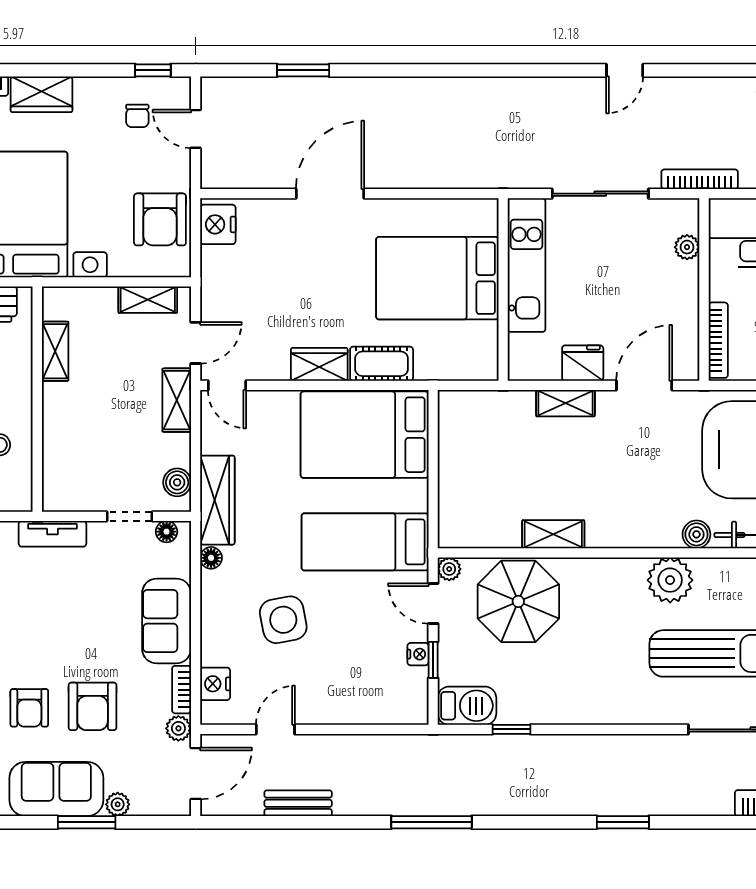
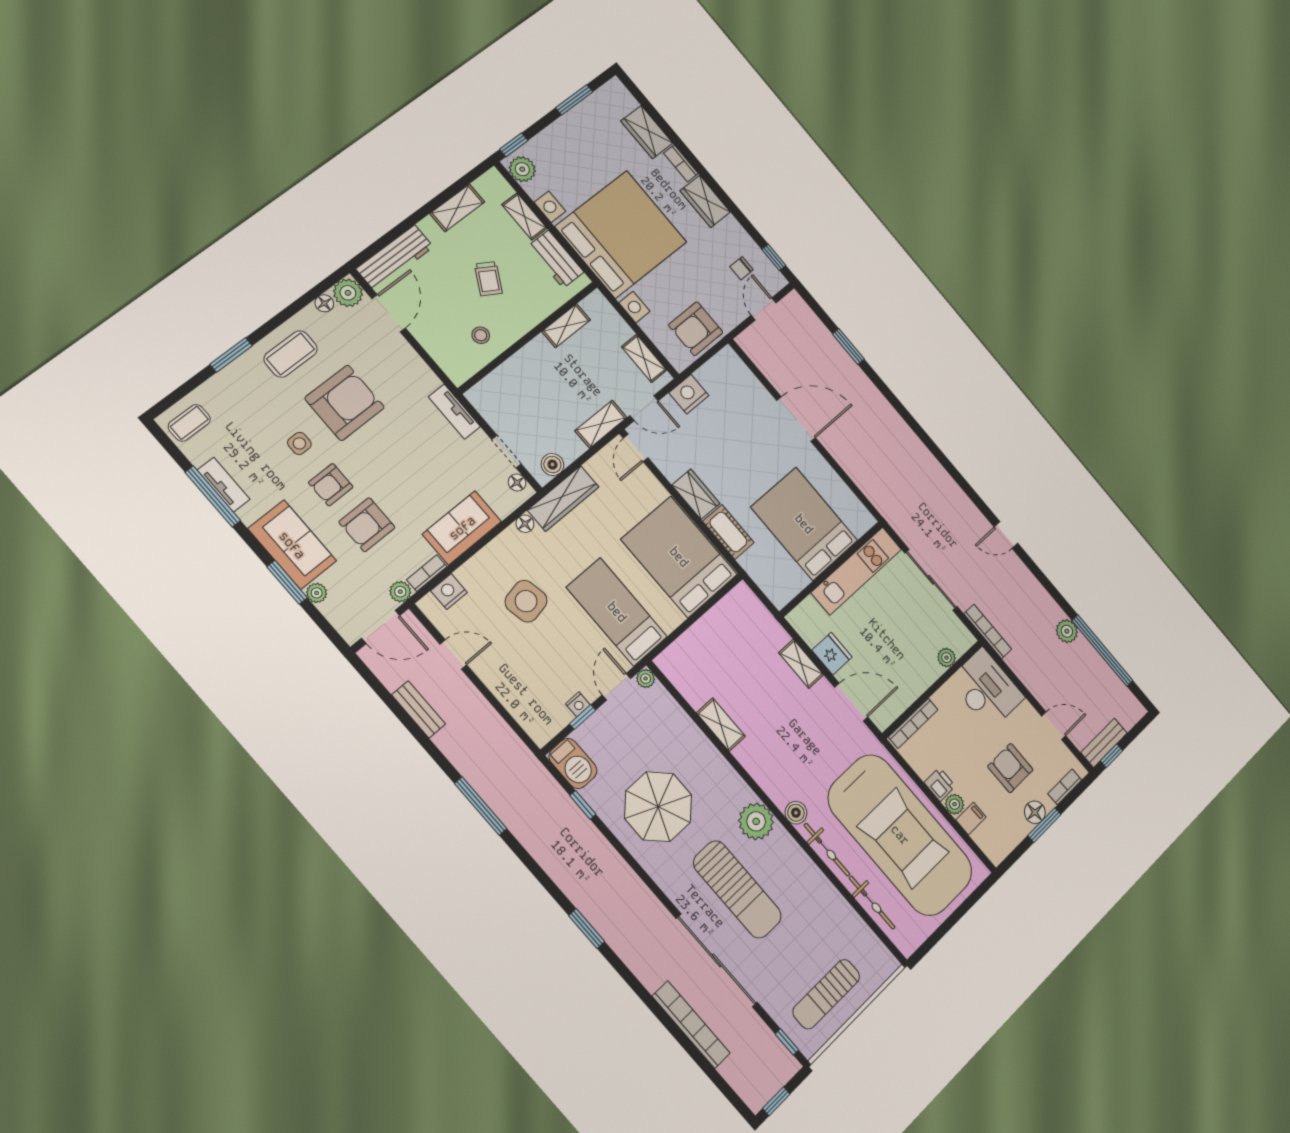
nightstand: (218, 224) -> (689, 394), moved
parasol: (518, 601) -> (658, 807), moved

